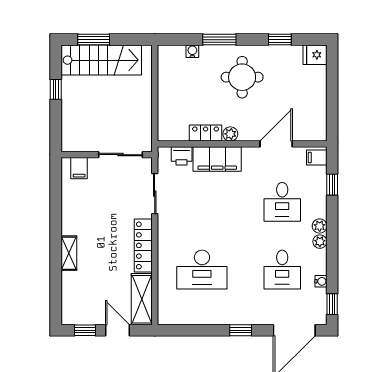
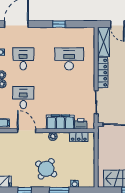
round table: (242, 77) -> (46, 169), turned 34
locker: (206, 133) -> (79, 137), moved
door: (276, 144) -> (27, 131), swing flipped
window: (241, 330) -> (59, 24), moved

